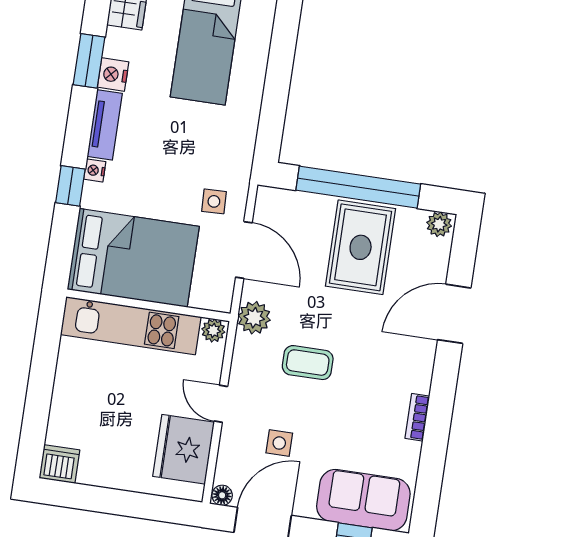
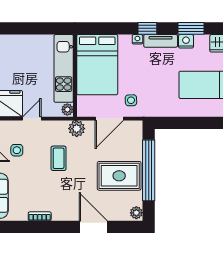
window: (70, 186) -> (147, 28), moved

